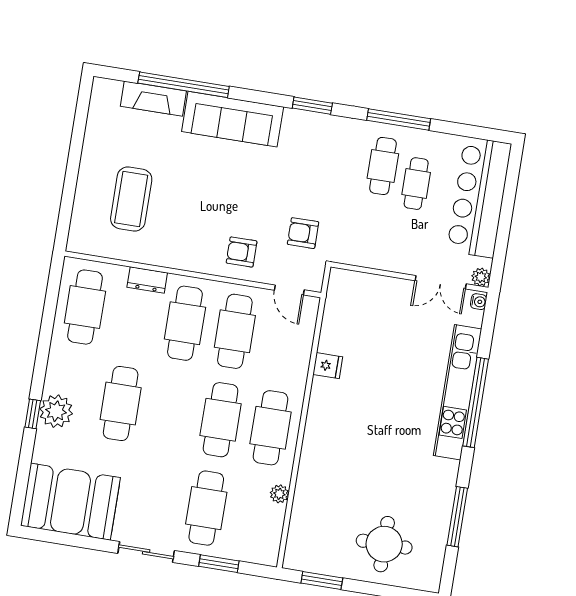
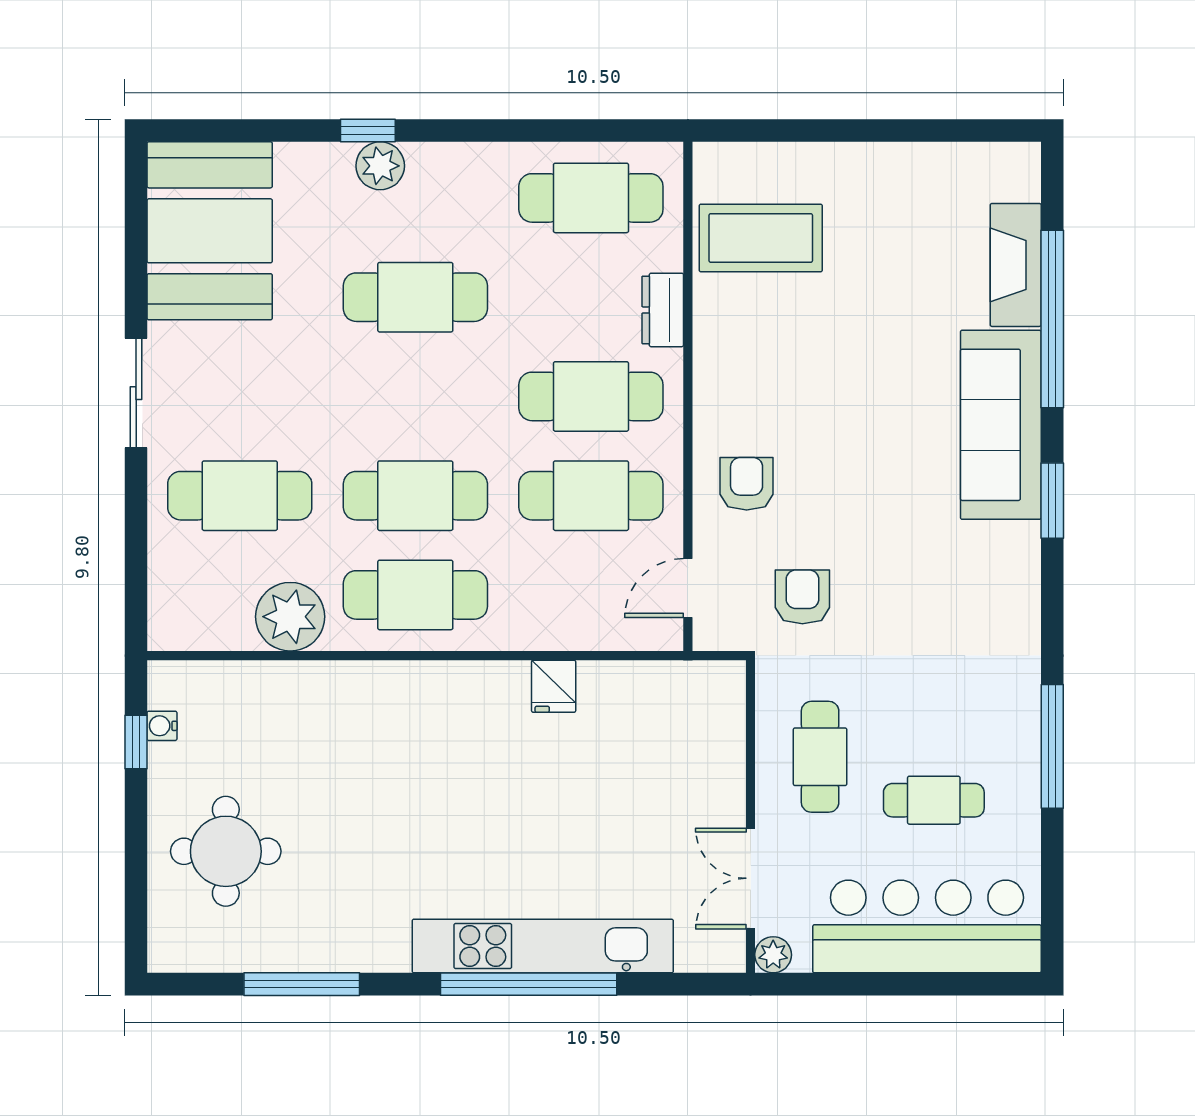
window: (312, 106) -> (1052, 501), moved
cafe table: (383, 166) -> (820, 757), moved, turned 90
coffee table: (131, 199) -> (761, 238), moved
water cooler: (479, 302) -> (162, 726), moved, turned 90
plant: (56, 411) -> (380, 166), width x0.73, depth x0.73
plant: (279, 494) -> (290, 617), width x1.88, depth x1.88
window: (219, 564) -> (136, 538), removed
window: (322, 580) -> (136, 742), width x0.67

